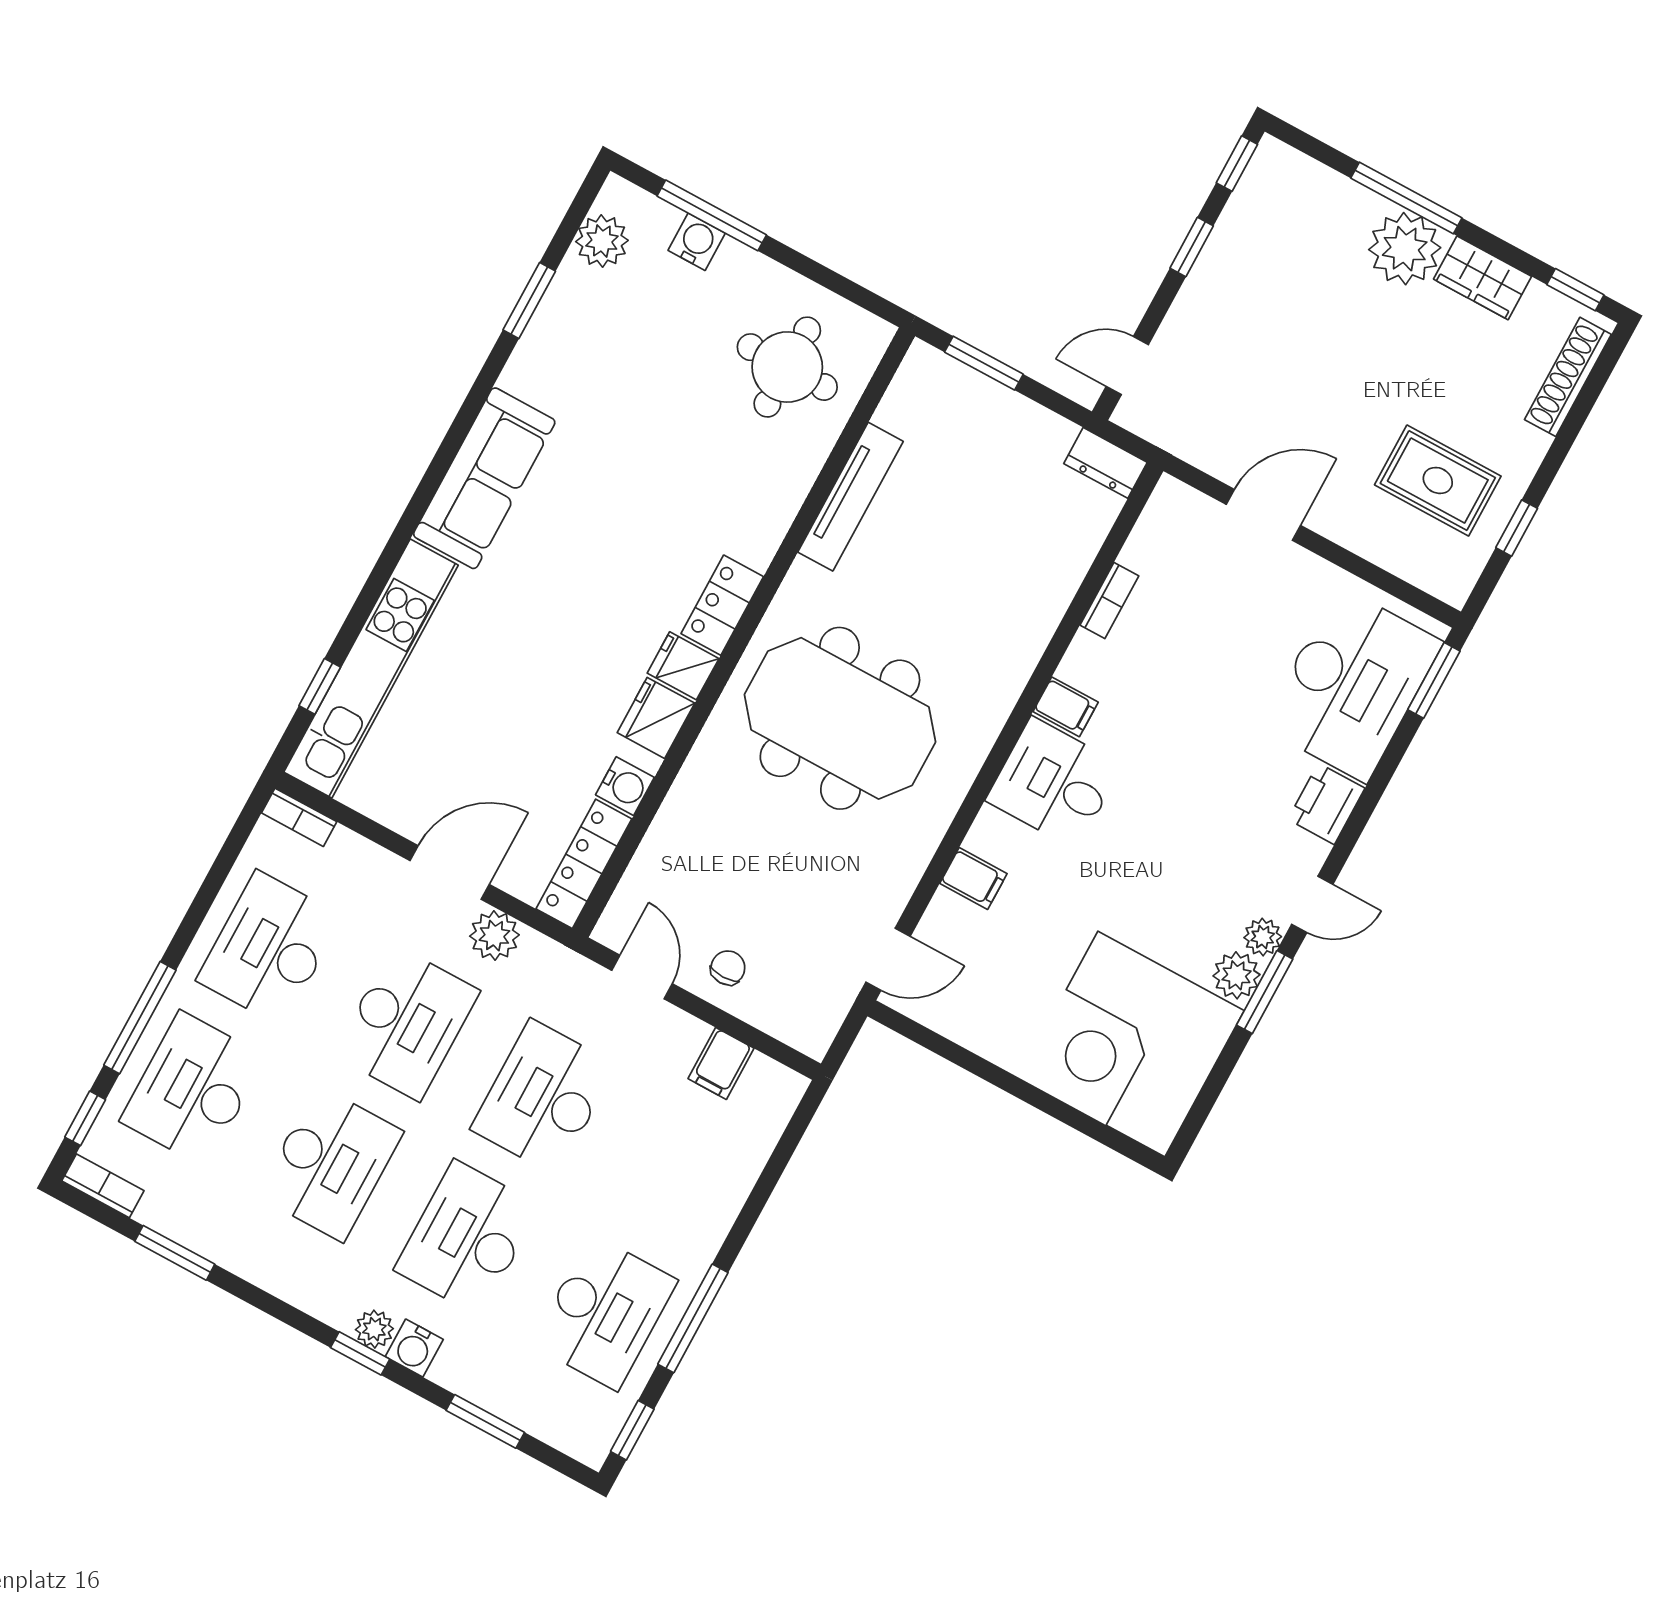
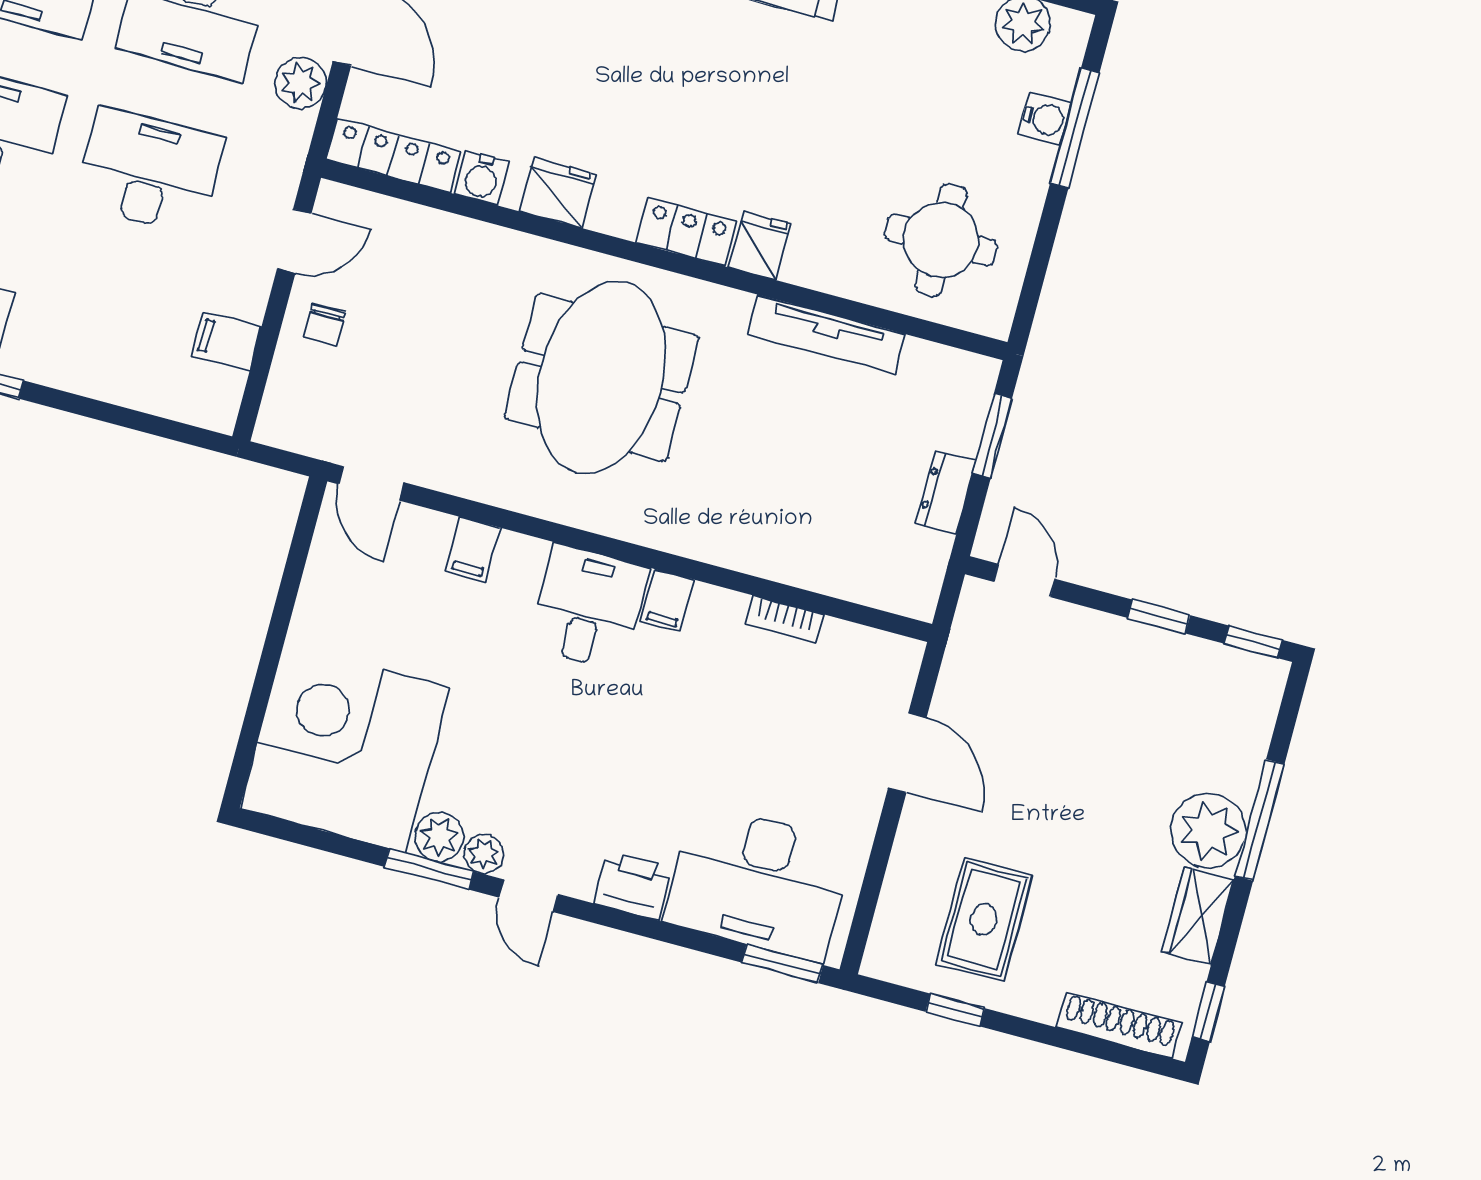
dresser: (1106, 463) -> (945, 492), moved
fridge: (683, 666) -> (760, 246), moved
chair: (728, 968) -> (324, 325), turned 90

